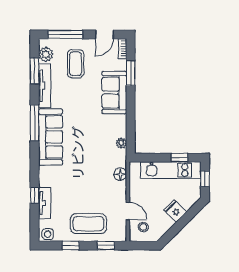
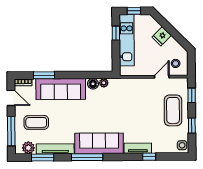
sofa: (114, 93) -> (61, 89), width x1.36
floor lamp: (120, 174) -> (93, 84), moved
tv unit: (45, 203) -> (138, 148), moved

